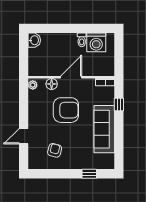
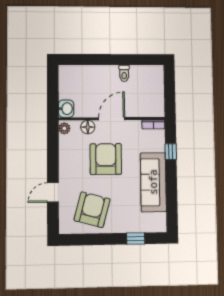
washbasin: (34, 40) -> (66, 109), moved
washing machine: (96, 42) -> (142, 76), removed
armchair: (66, 110) -> (106, 159), turned -90
armchair: (55, 150) -> (92, 210), width x1.88, depth x1.88

